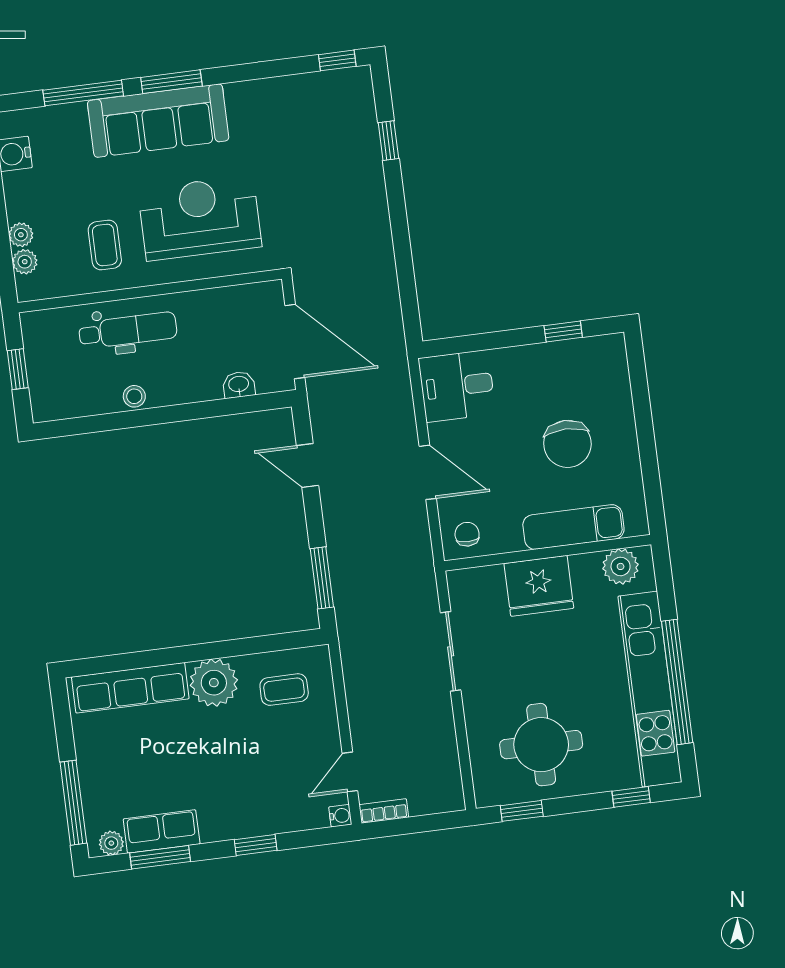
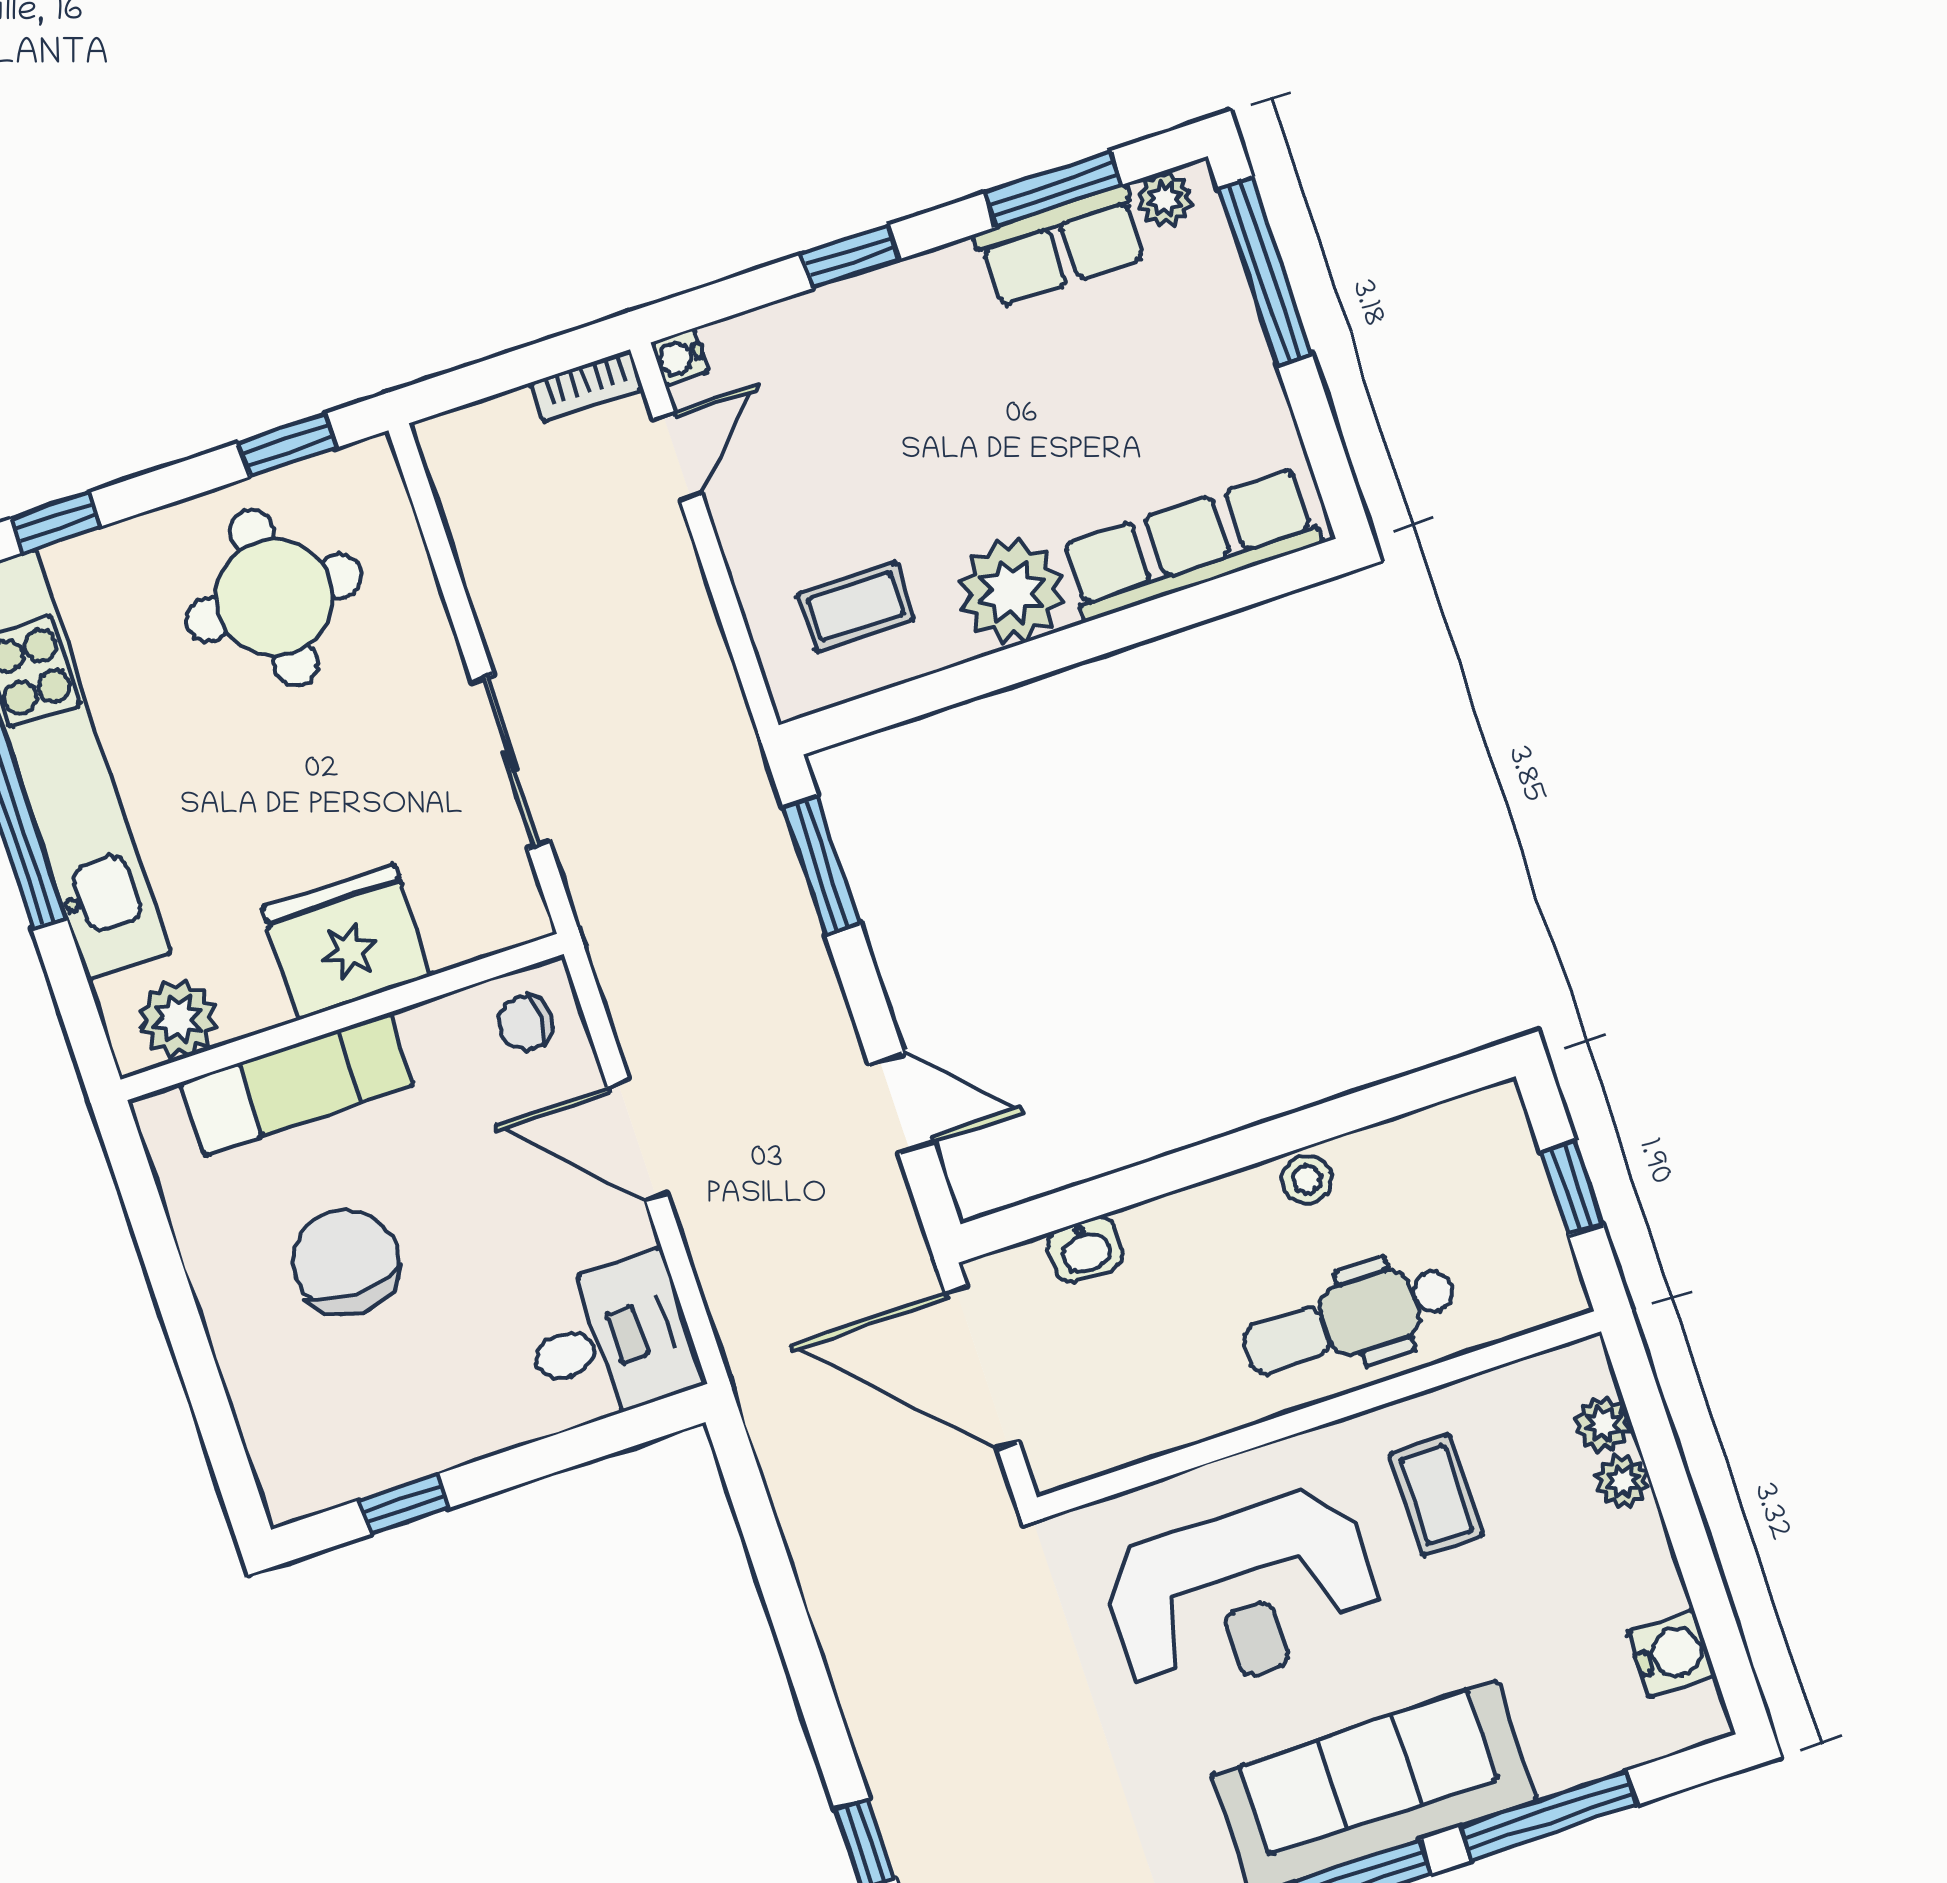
chair: (467, 534) -> (525, 1023), turned 90

